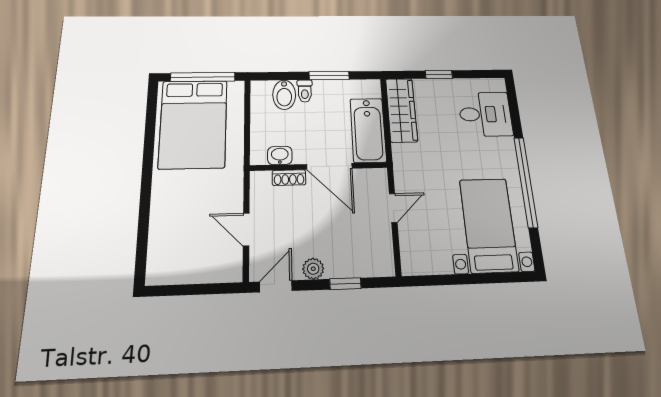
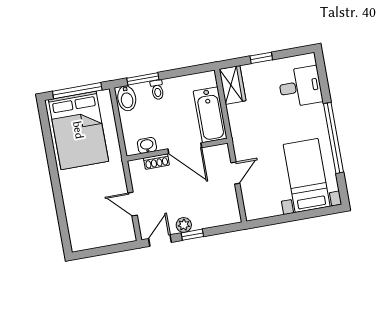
window: (329, 76) -> (143, 79), moved
bidet: (284, 95) -> (127, 98), moved
wardrobe: (401, 110) -> (233, 85), width x0.67
window: (345, 284) -> (192, 235), moved

